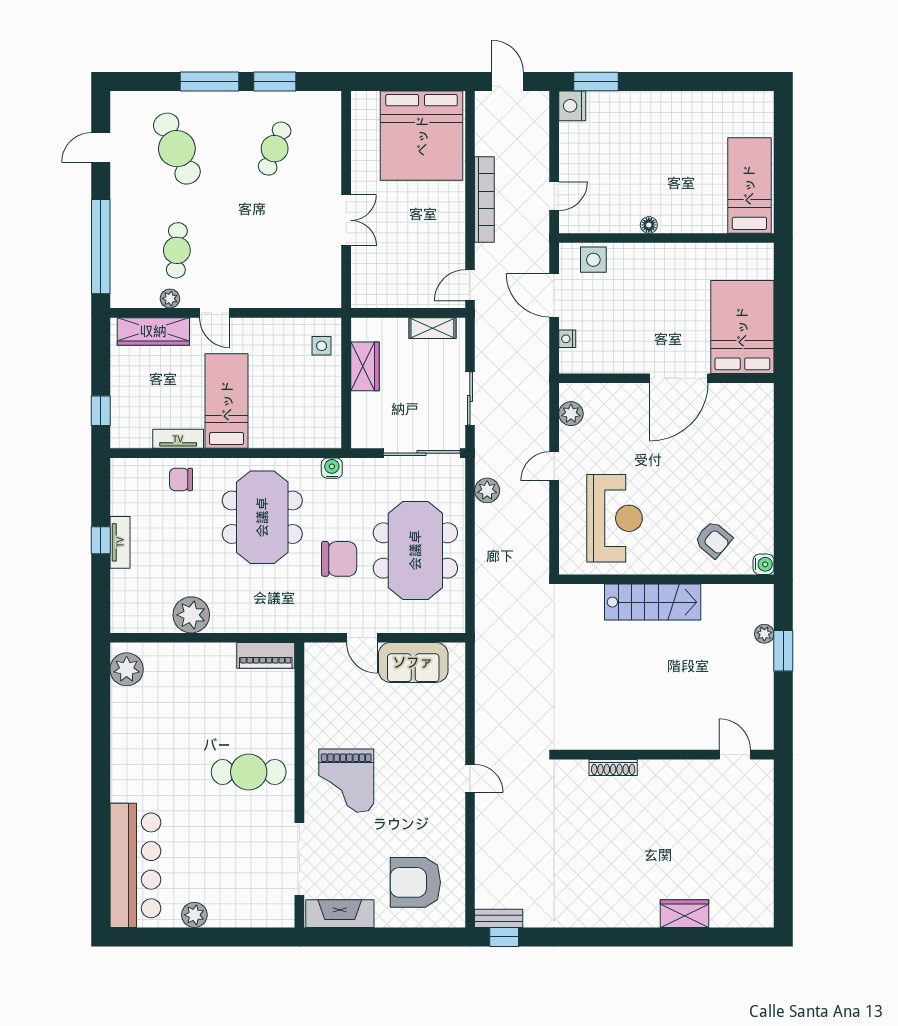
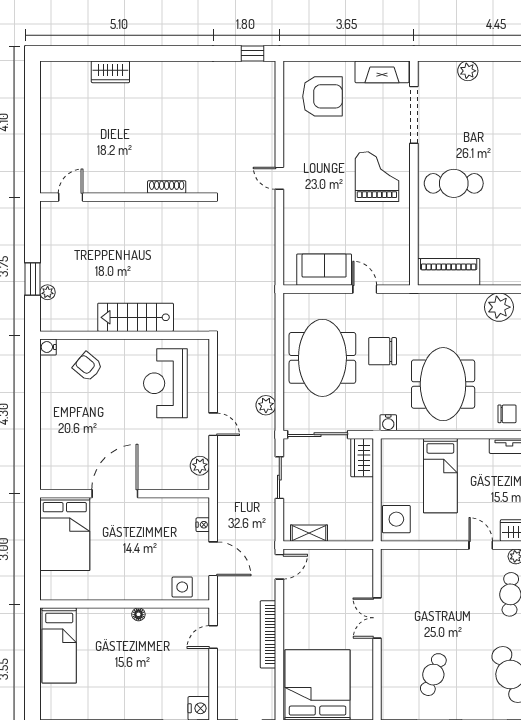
side table: (322, 346) -> (396, 519), width x1.87, depth x1.87
wardrobe: (365, 366) -> (362, 458), moved
bed: (227, 401) -> (440, 476), moved
door: (554, 466) -> (213, 424), hinge flipped
piano: (266, 655) -> (449, 272), width x1.37, depth x1.33
door: (735, 755) -> (71, 197), swing flipped
plant: (194, 915) -> (468, 71), moved
bench: (499, 918) -> (257, 68), removed

